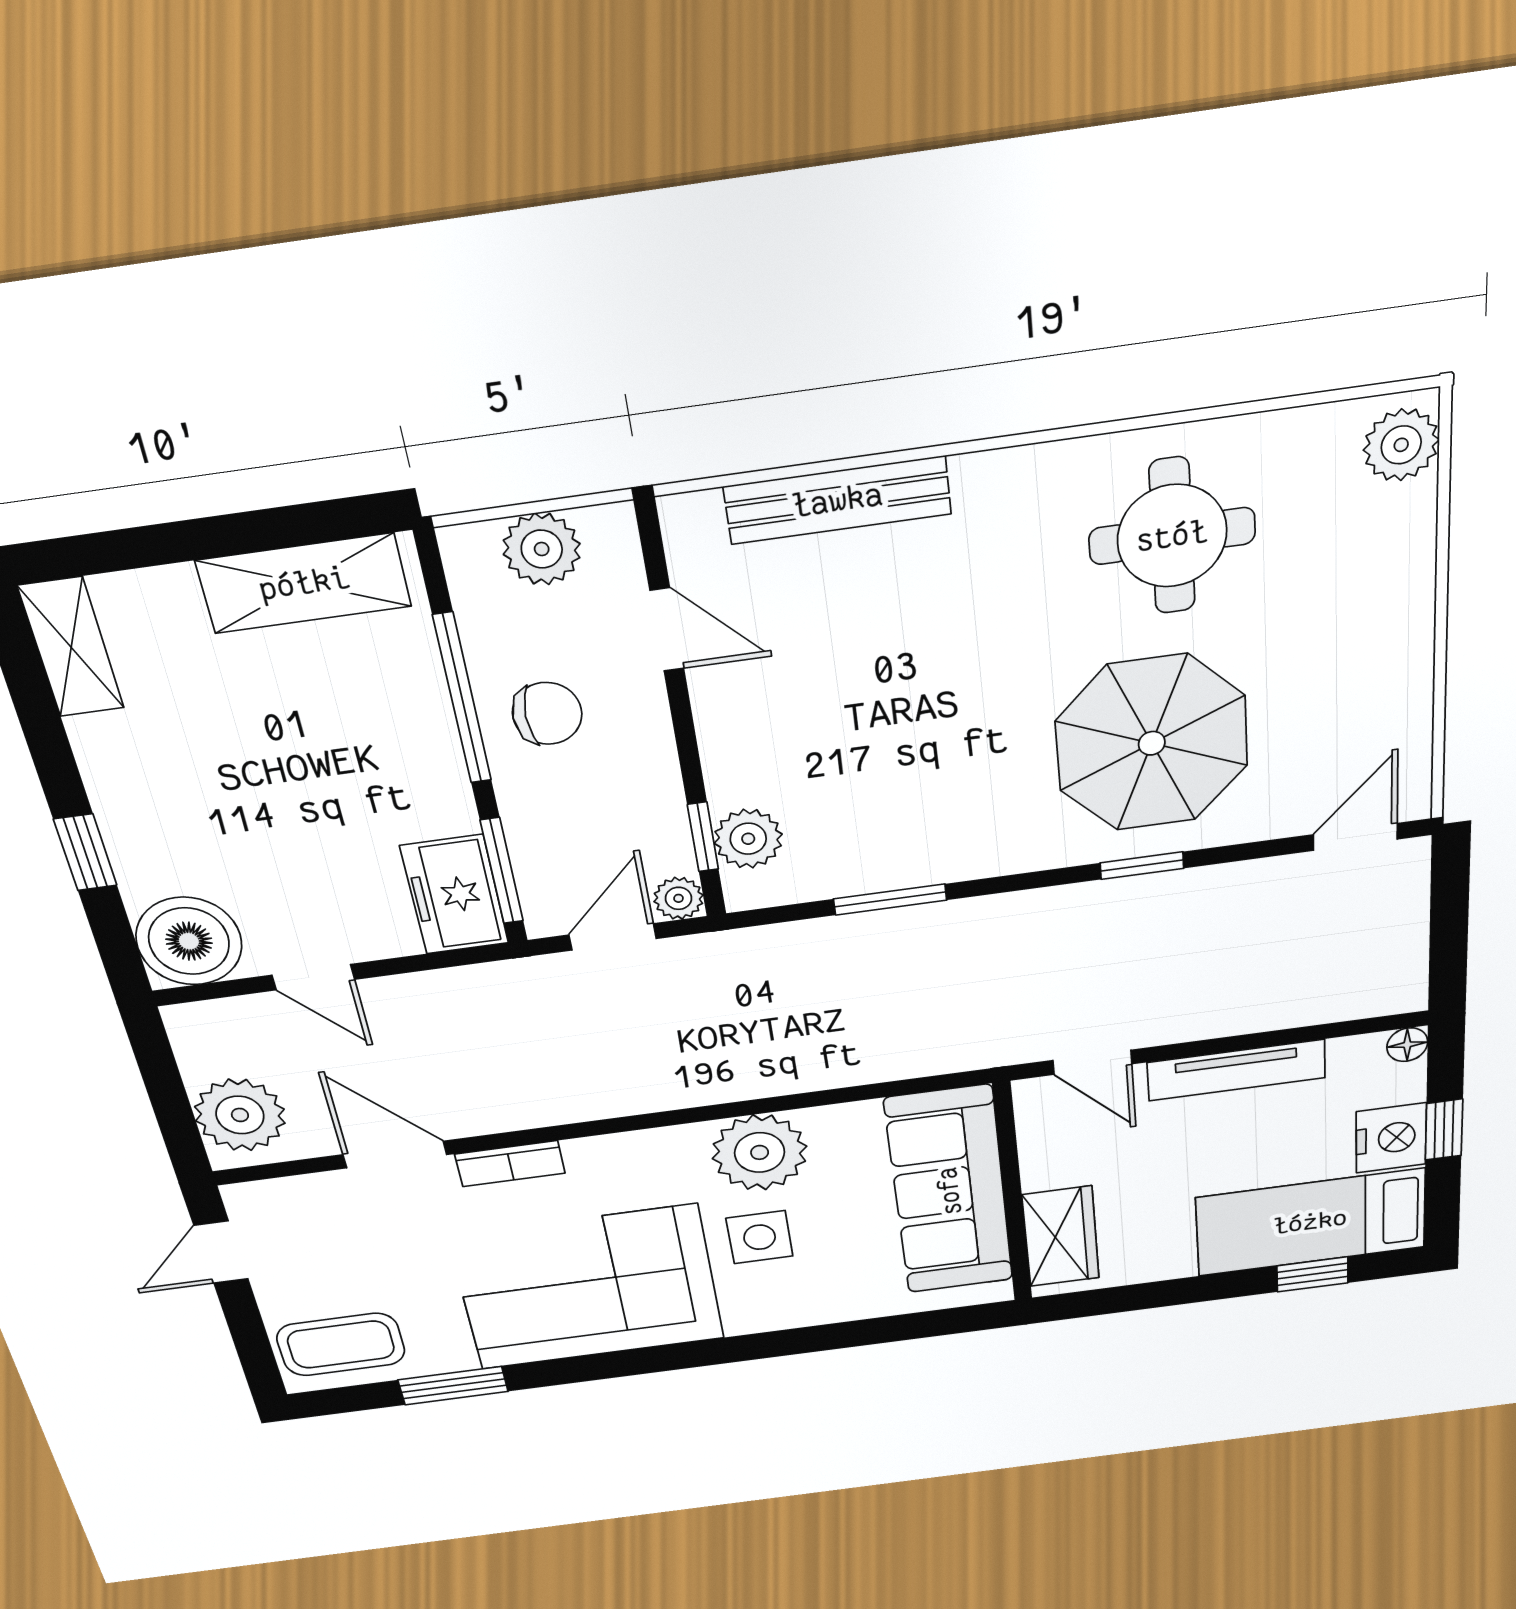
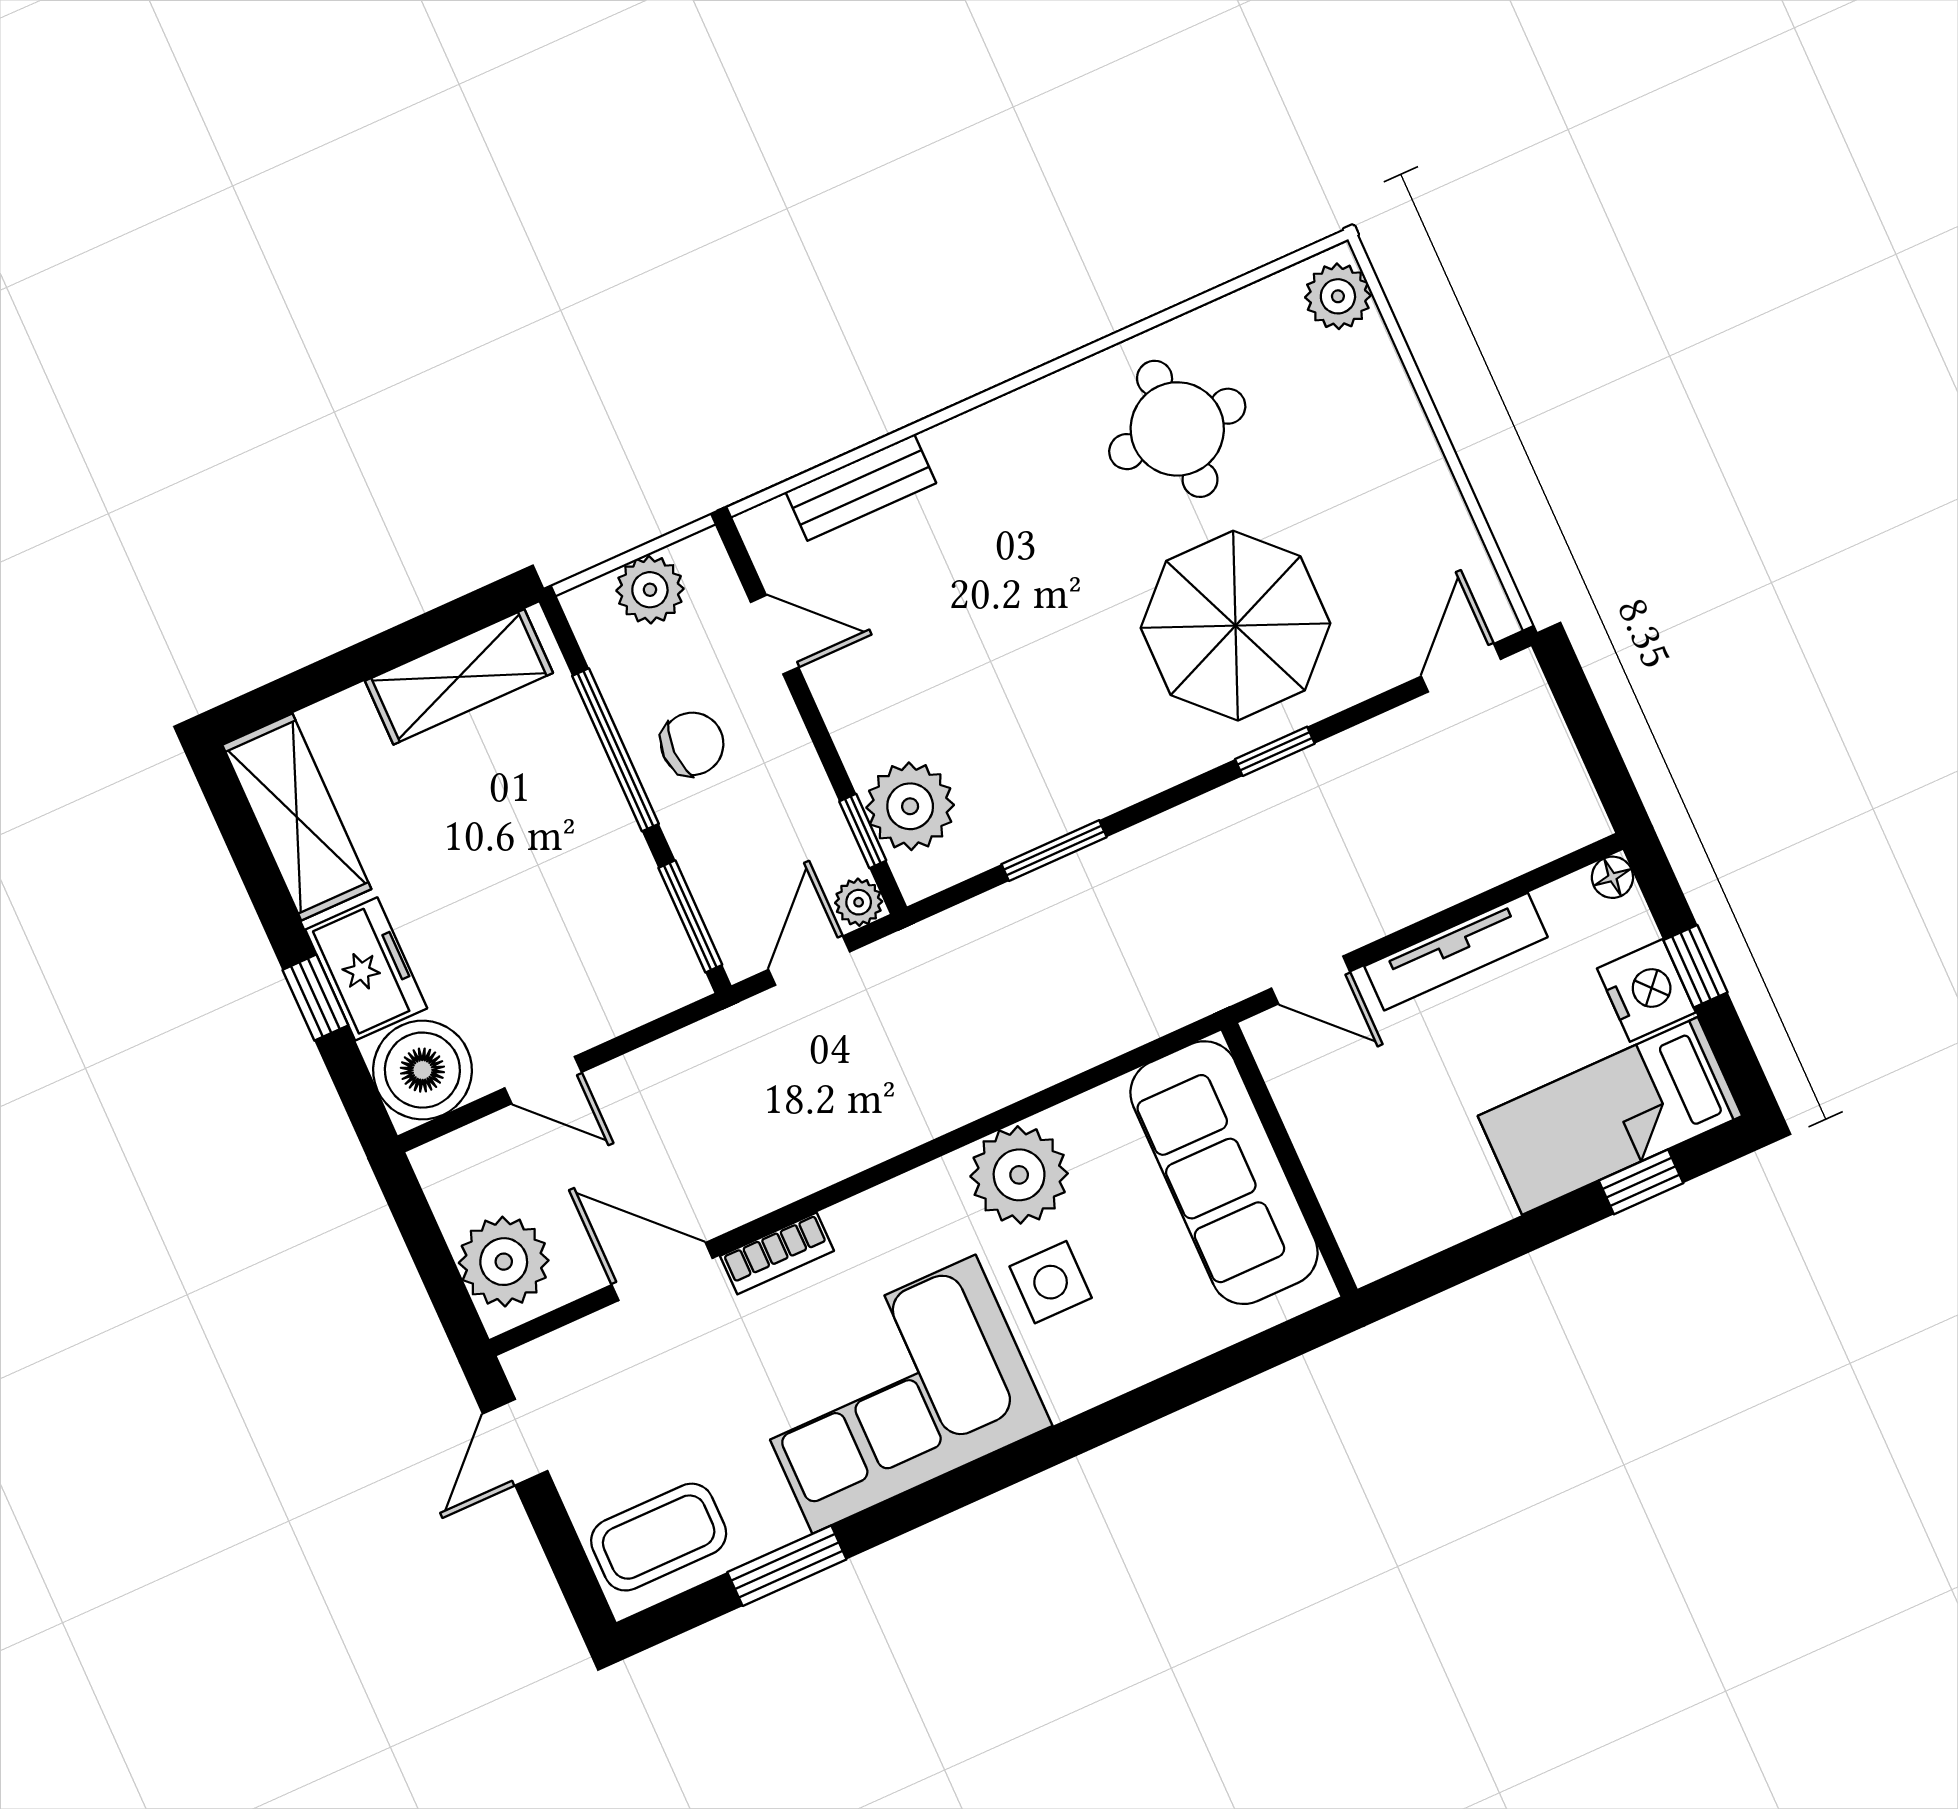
bench: (838, 500) -> (861, 487), width x0.73
shelving: (71, 647) -> (297, 817), width x1.50, depth x1.33
plant: (748, 839) -> (910, 806), width x1.36, depth x1.36
freezer: (455, 895) -> (366, 969), moved, turned 180
wardrobe: (1061, 1237) -> (1359, 1201), removed

